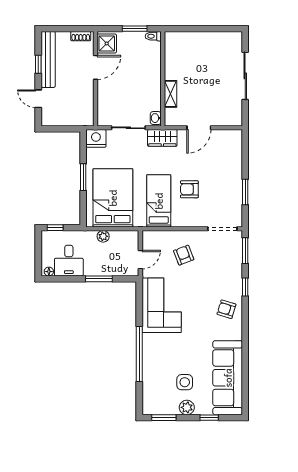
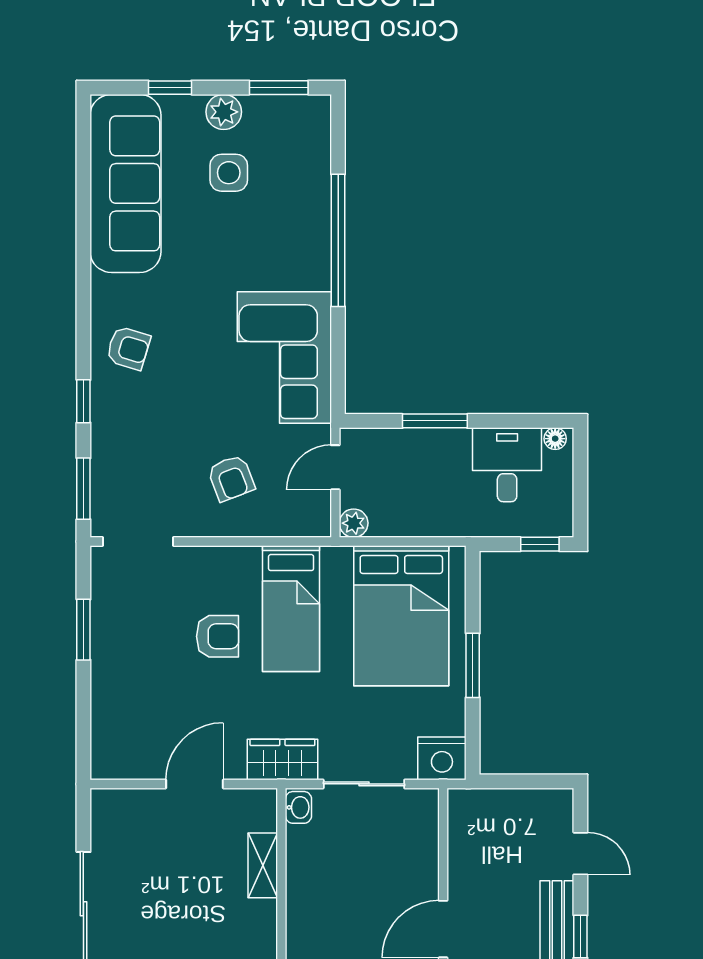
plant: (103, 236) -> (354, 523), moved

